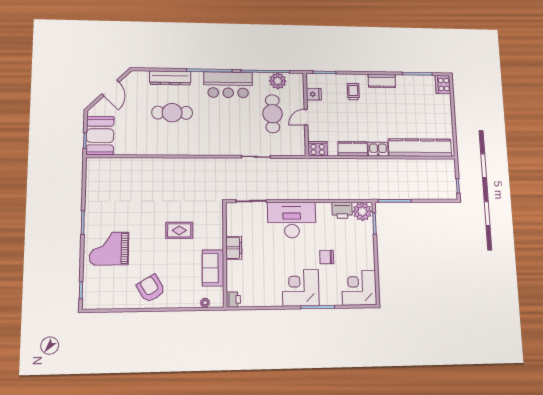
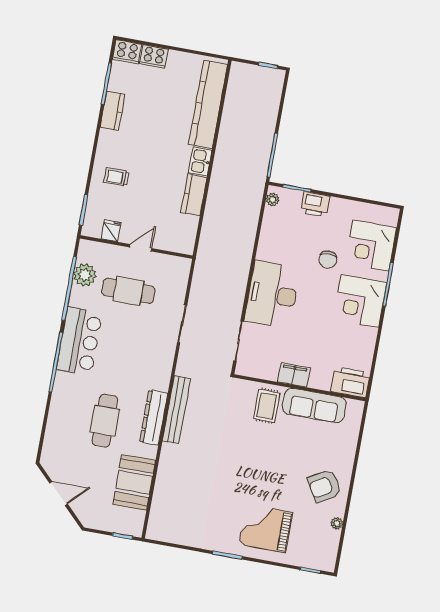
dresser: (170, 78) -> (154, 418), moved, turned 180
kitchen counter: (382, 81) -> (112, 111), moved
door: (306, 117) -> (141, 248), swing flipped
booth: (100, 136) -> (134, 482), moved, turned 90
cooker: (318, 149) -> (154, 56), moved, turned -90
bench: (190, 164) -> (176, 410), added
printer: (342, 210) -> (315, 204), moved, turned 90
plant: (362, 211) -> (273, 200), width x0.53, depth x0.53
rug: (179, 230) -> (267, 406), moved
grand piano: (109, 249) -> (266, 528), turned 90
sofa: (213, 268) -> (314, 405), width x1.36
corner desk: (359, 288) -> (371, 245), moved
printer: (233, 300) -> (350, 382), width x1.87, depth x1.48
plant: (205, 303) -> (337, 523), moved

